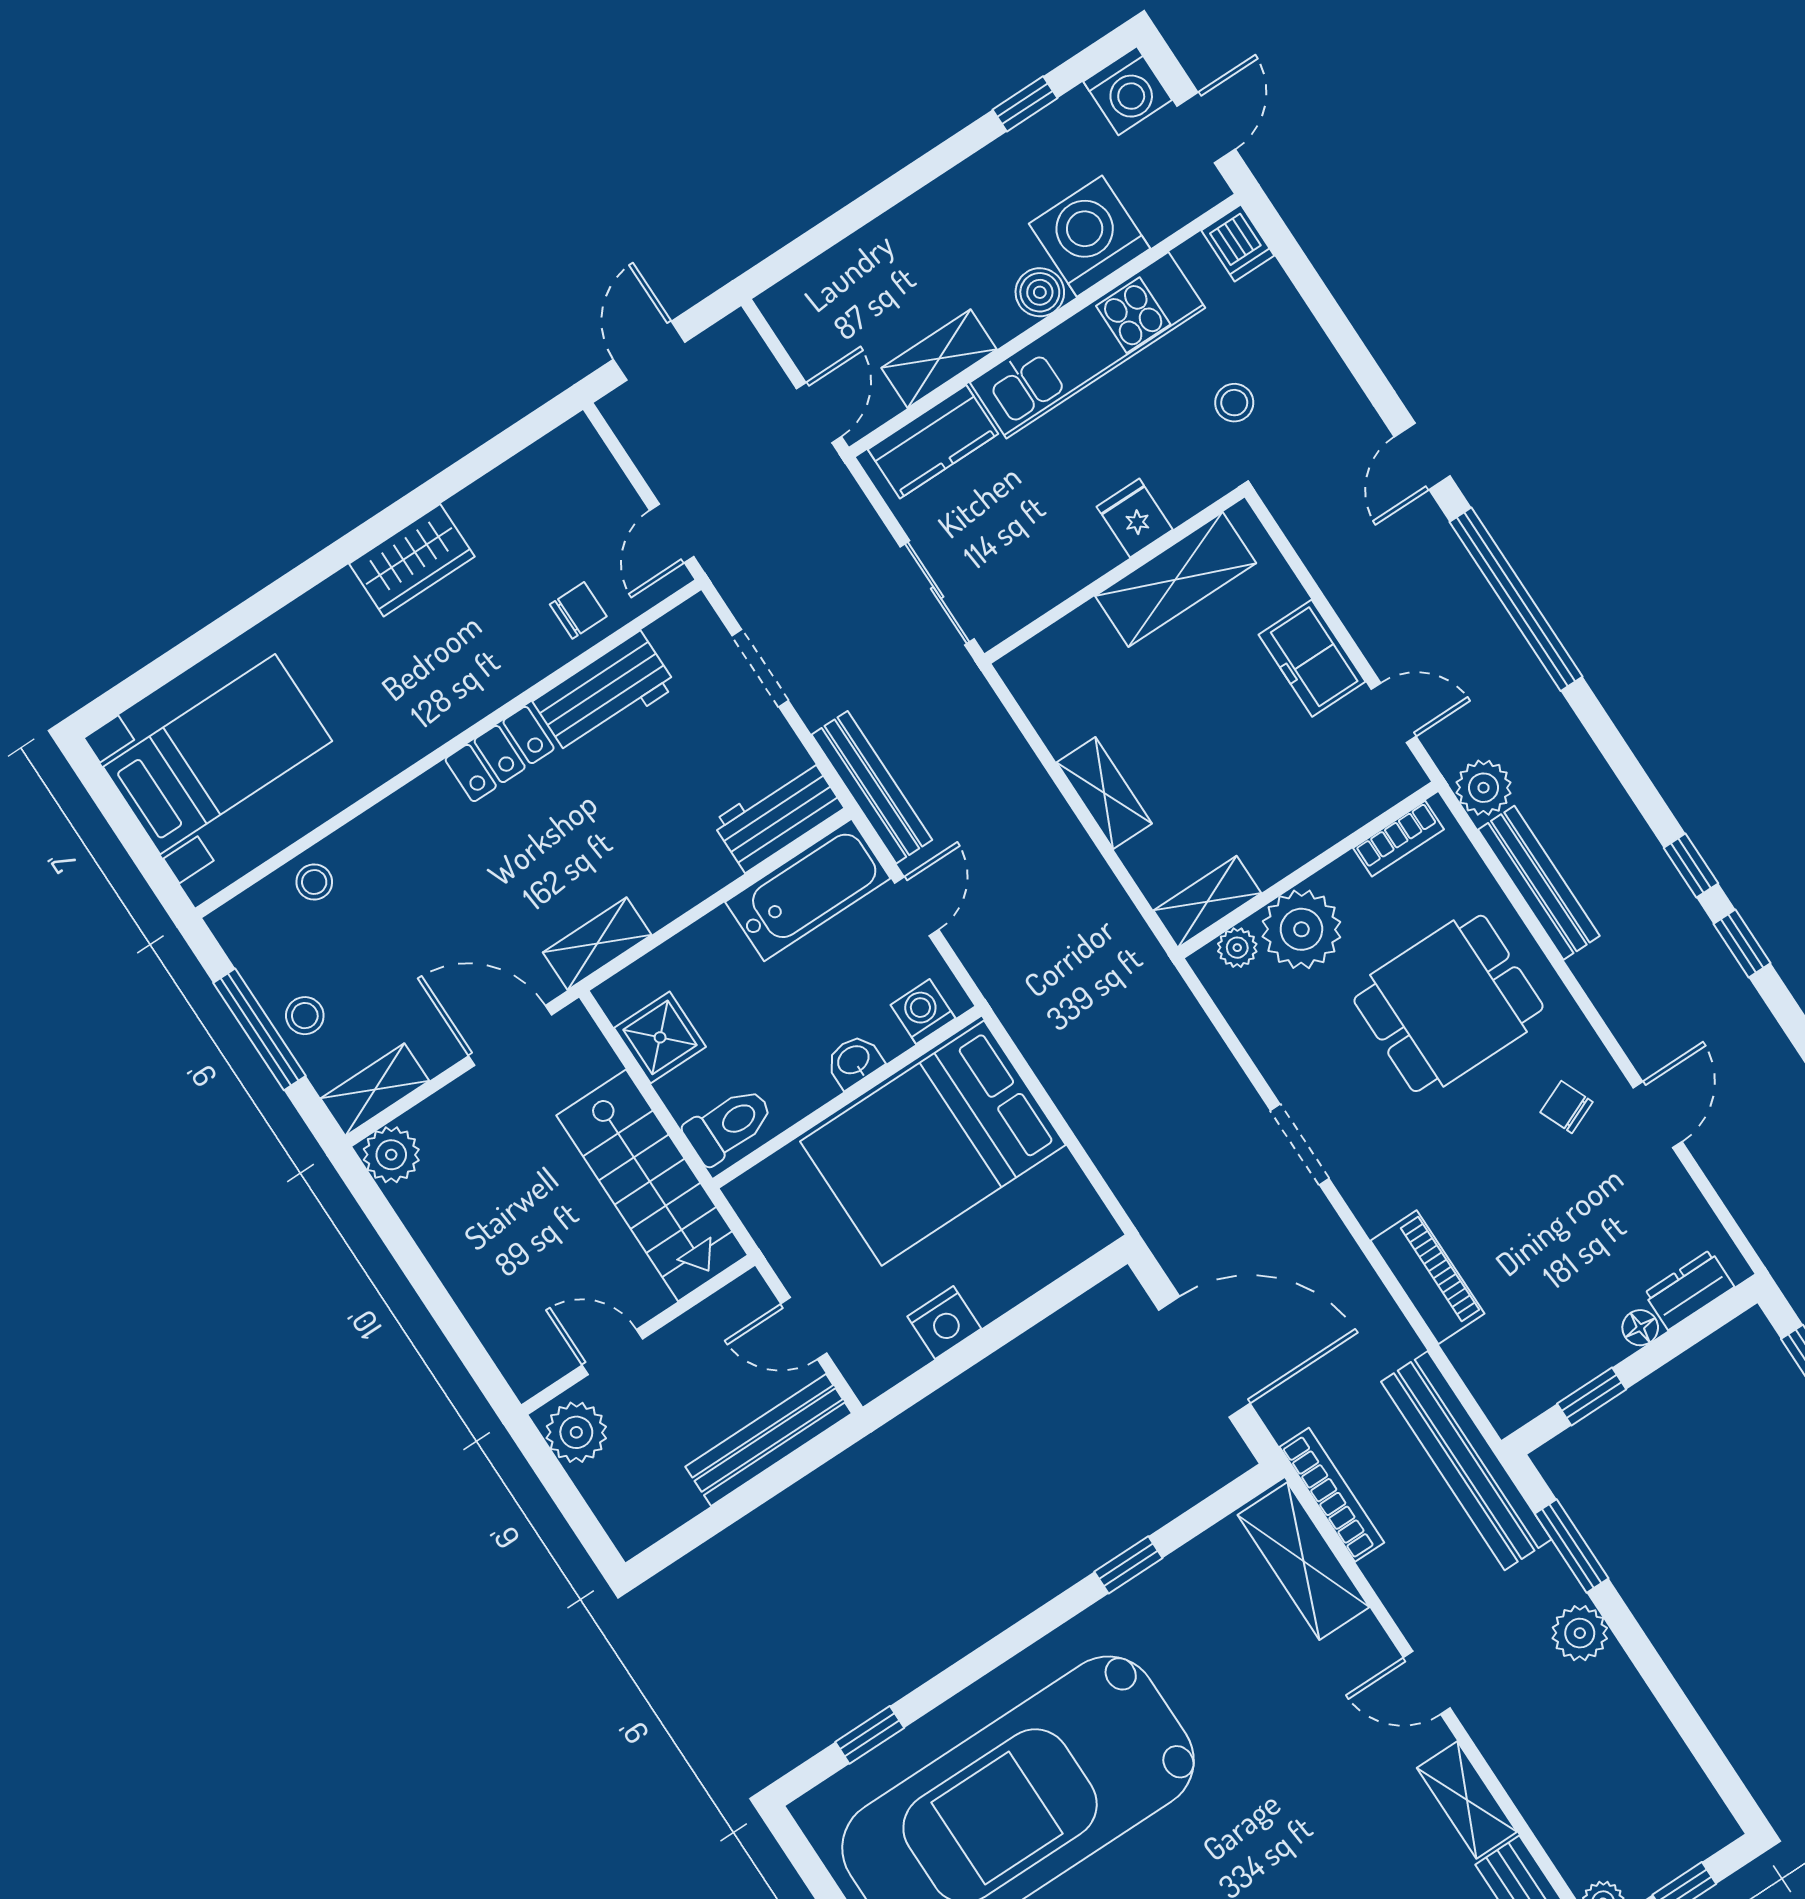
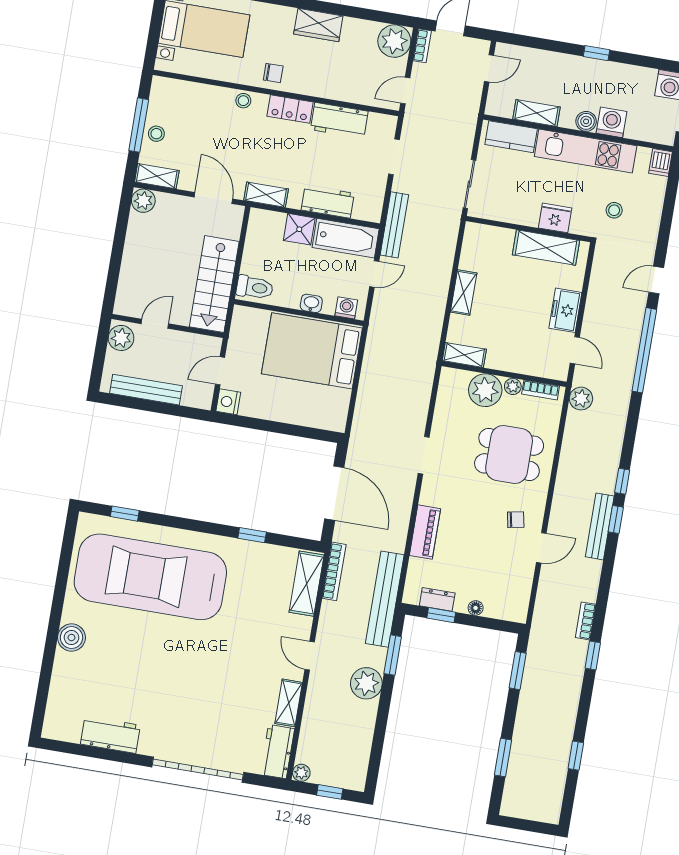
window: (1025, 104) -> (597, 53), moved
washing machine: (1089, 236) -> (611, 122), width x0.73, depth x0.73
door: (819, 413) -> (489, 68), moved
bookcase: (628, 427) -> (422, 46), added
plant: (572, 464) -> (394, 41), added
fridge: (1135, 518) -> (555, 218), width x1.38
chair: (578, 610) -> (273, 73), moved
workbench: (778, 815) -> (328, 202), moved
stool: (314, 882) -> (243, 101), moved
bench: (1539, 883) -> (600, 526), moved
plant: (1237, 948) -> (513, 386), moved
shower: (660, 1037) -> (299, 229), moved
chair: (1567, 1107) -> (516, 520), turned 102
dresser: (1689, 1290) -> (437, 599), moved
nightstand: (944, 1323) -> (228, 402), moved, turned 90
door: (804, 1328) -> (220, 371), hinge flipped
door: (612, 1352) -> (155, 324), hinge flipped
bench: (769, 1440) -> (146, 390), moved
plant: (1580, 1633) -> (366, 683), width x1.36, depth x1.36

